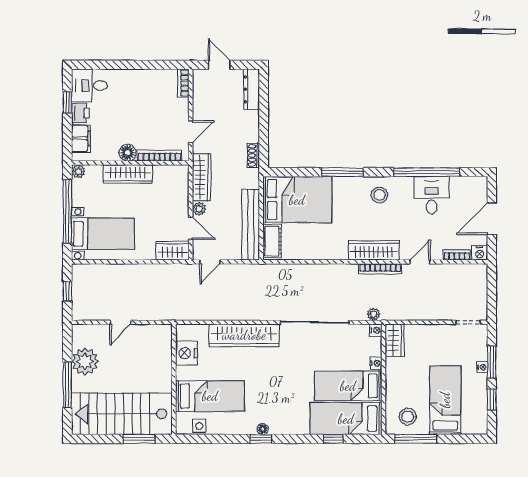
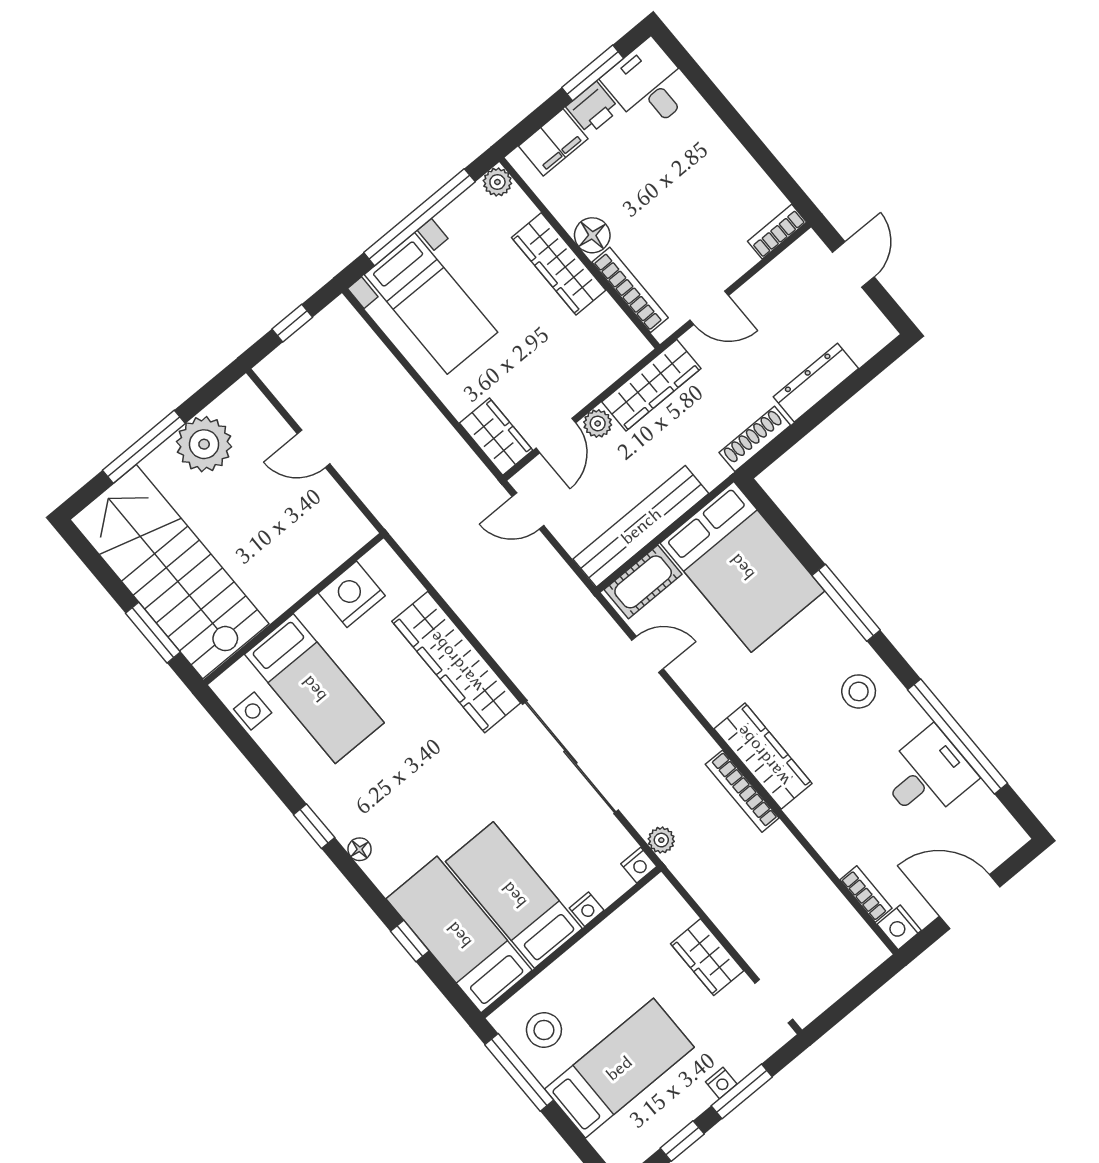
dresser: (251, 89) -> (816, 383), moved
window: (67, 102) -> (593, 73), width x1.50
shoe rack: (253, 155) -> (755, 439), width x1.43
door: (420, 262) -> (648, 654), moved
wardrobe: (395, 340) -> (707, 957), moved, turned 90
floor lamp: (263, 429) -> (360, 849), moved

